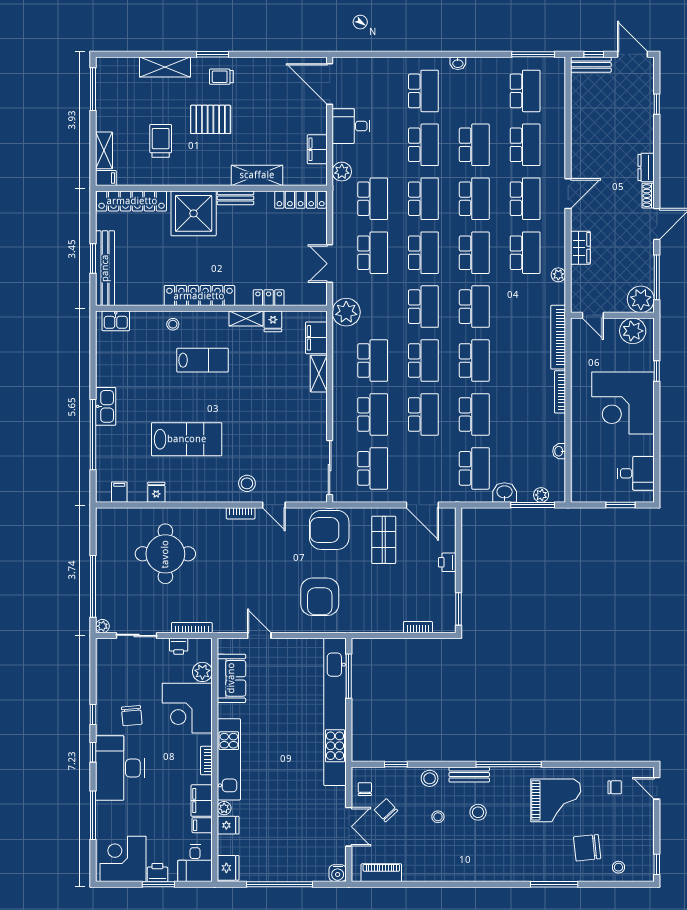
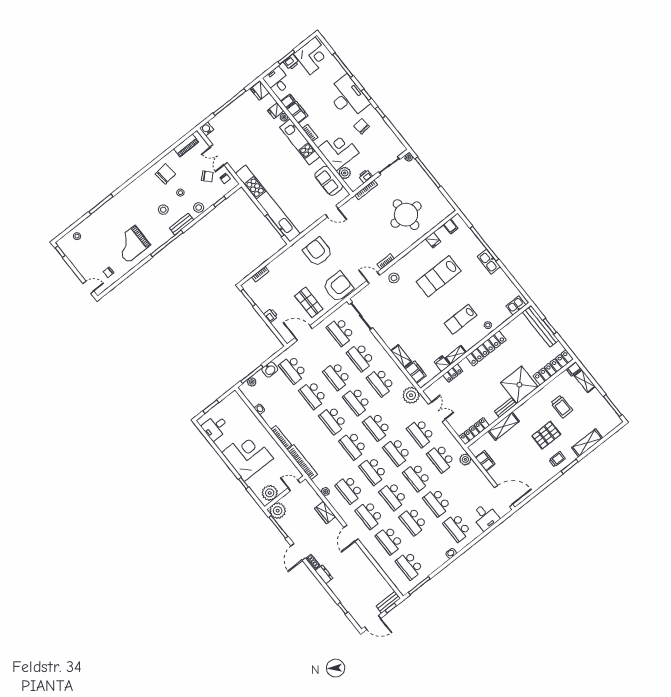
desk: (351, 126) -> (485, 517), moved, turned 90
chair: (587, 848) -> (165, 174), moved

